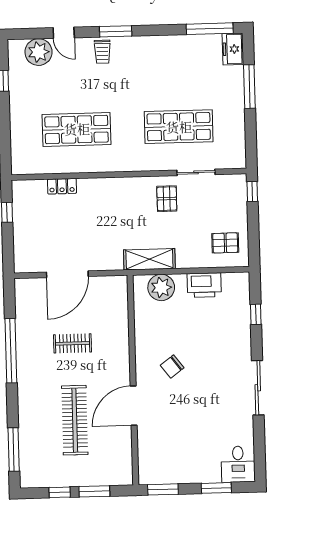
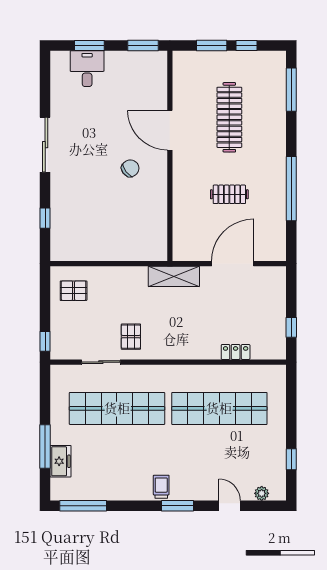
freezer: (233, 49) -> (60, 461), moved
plant: (39, 52) -> (262, 493), width x0.53, depth x0.53
trolley: (102, 52) -> (161, 487), moved
shop shelf: (179, 127) -> (117, 408), width x1.40
shop shelf: (77, 129) -> (219, 408), width x1.40
shelving: (149, 259) -> (174, 276), moved
printer: (204, 285) -> (96, 249), removed
plant: (161, 287) -> (139, 248), removed
door: (134, 406) -> (170, 130), swing flipped
desk: (238, 464) -> (87, 69), moved

